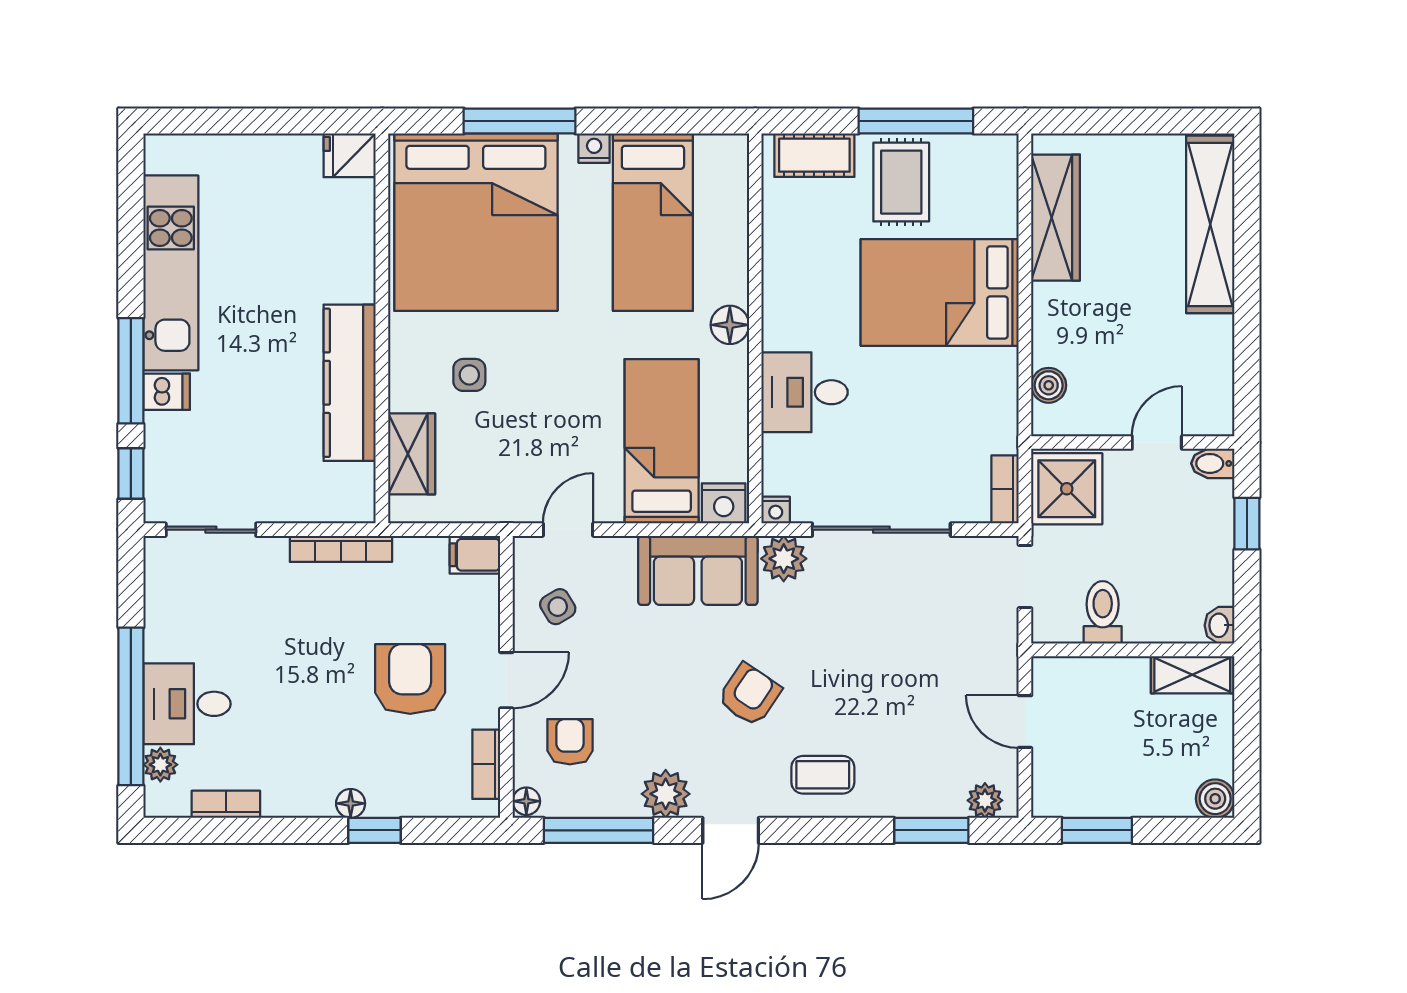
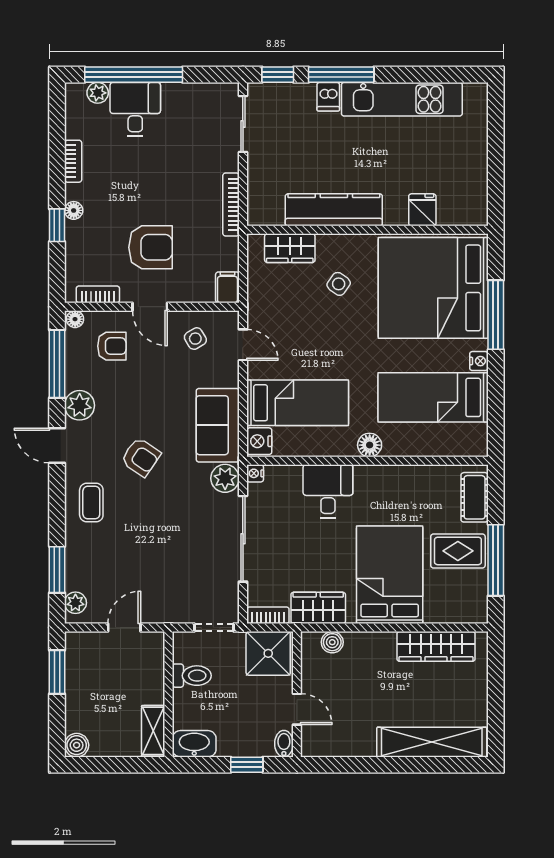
fridge: (350, 155) -> (422, 210), moved
side table: (469, 375) -> (339, 284), turned 36
wardrobe: (993, 408) -> (318, 608), added
washbasin: (1220, 625) -> (194, 744), width x1.91, depth x1.45
bookcase: (226, 804) -> (73, 161), moved

